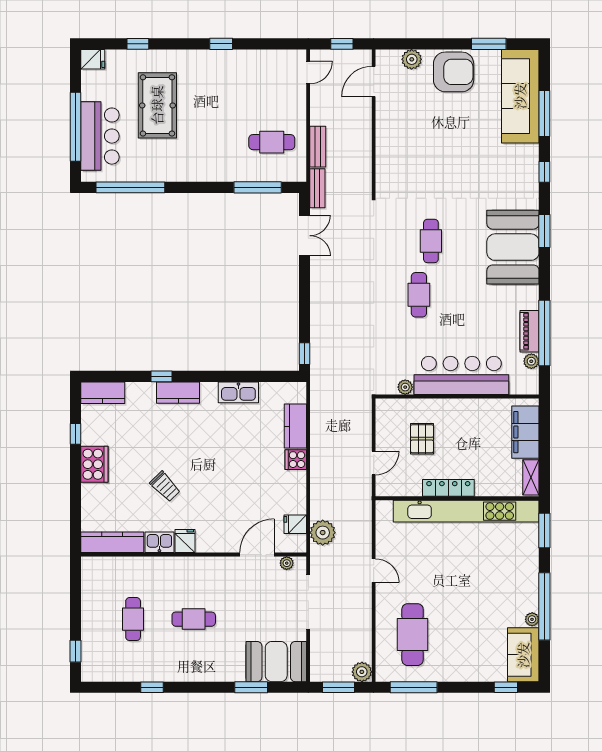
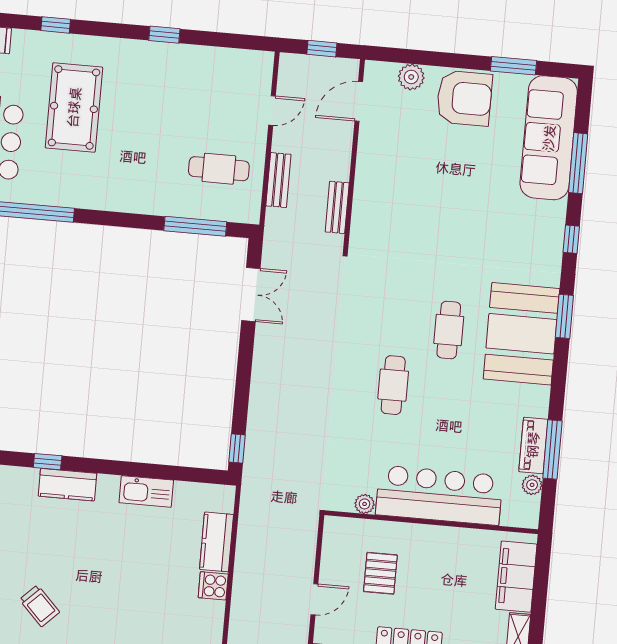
door: (308, 72) -> (272, 111), moved
bench: (317, 188) -> (337, 207), moved
cafe table: (431, 241) -> (449, 330), moved
window: (544, 333) -> (552, 449), width x0.68

